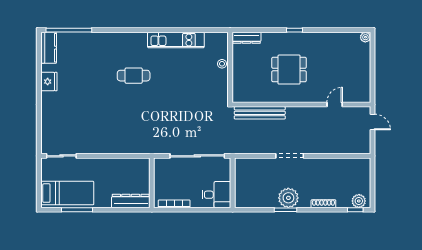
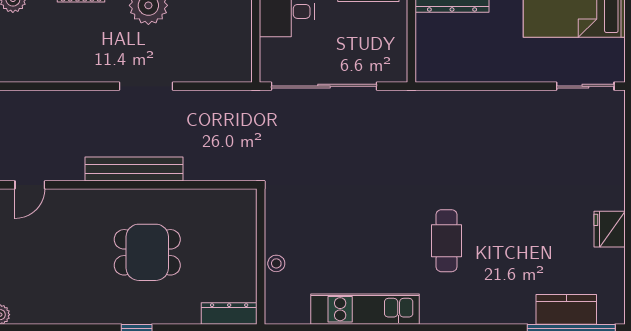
kitchen counter: (49, 48) -> (566, 309), moved, turned 90
cafe table: (134, 76) -> (446, 241), turned 90
door: (335, 105) -> (30, 185), moved
bench: (260, 113) -> (134, 169), moved

